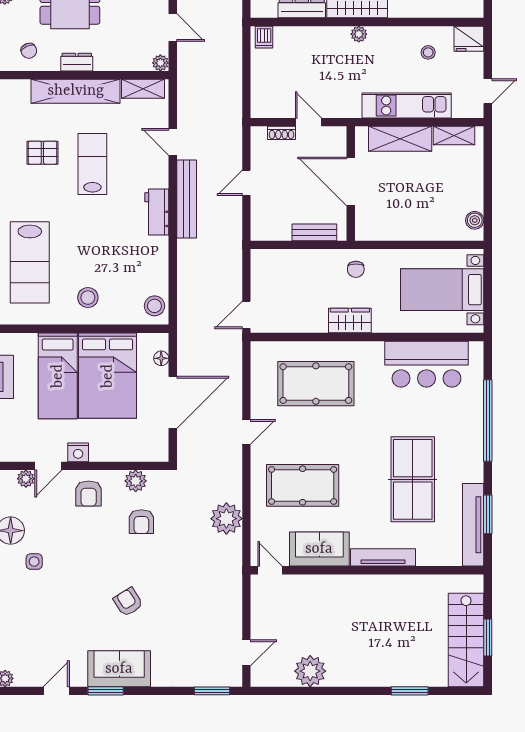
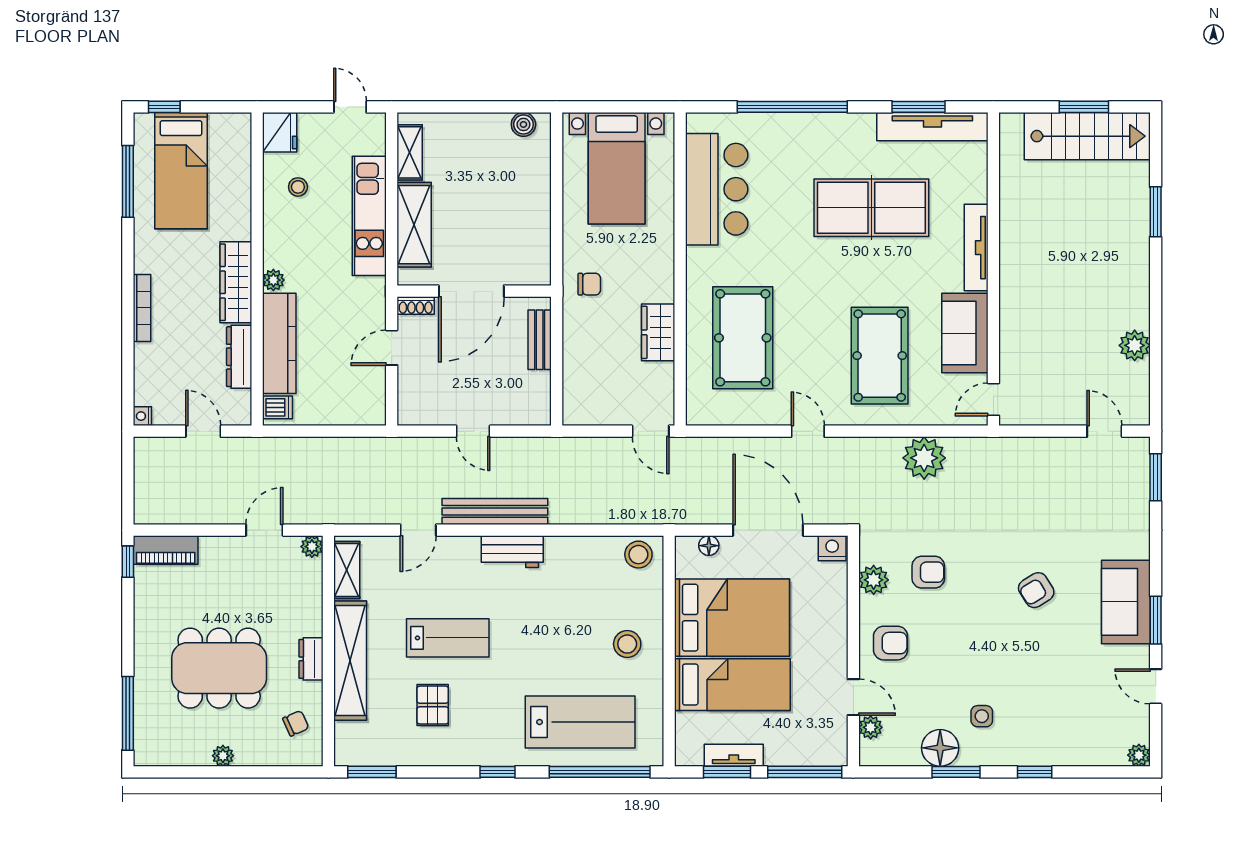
kitchen counter: (312, 38) -> (279, 343), added
shoe rack: (282, 133) -> (416, 306), moved, turned 90
lab bench: (92, 164) -> (448, 638), turned 180
wardrobe: (350, 321) -> (658, 332), moved
nightstand: (78, 452) -> (832, 548), moved, turned -90
plant: (310, 671) -> (1135, 345), width x0.73, depth x0.73

